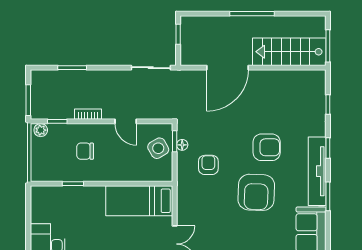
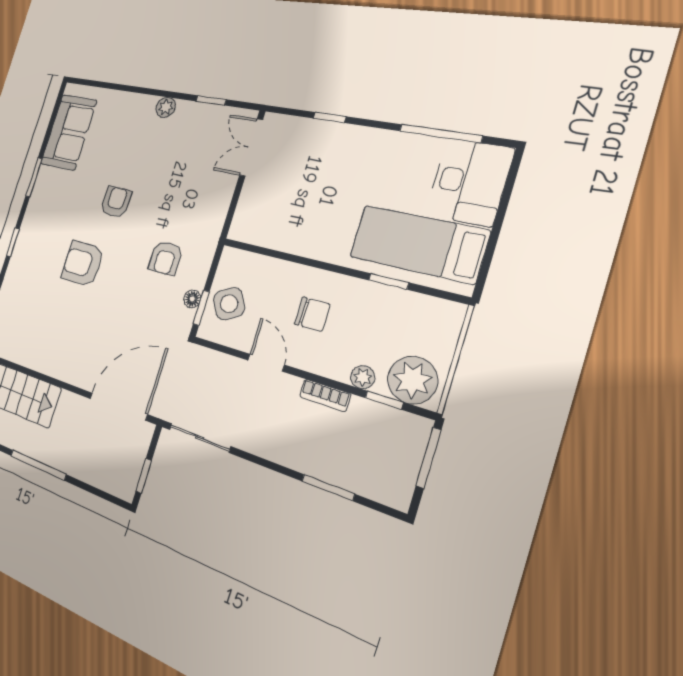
door: (227, 68) -> (118, 406), moved
plant: (41, 130) -> (412, 380), width x1.88, depth x1.88
plant: (71, 130) -> (363, 377), added
chair: (85, 151) -> (312, 314), moved
tv unit: (317, 171) -> (35, 214), removed
armchair: (256, 192) -> (116, 202), width x0.53, depth x0.53
bed: (139, 201) -> (418, 244), moved, turned 180

